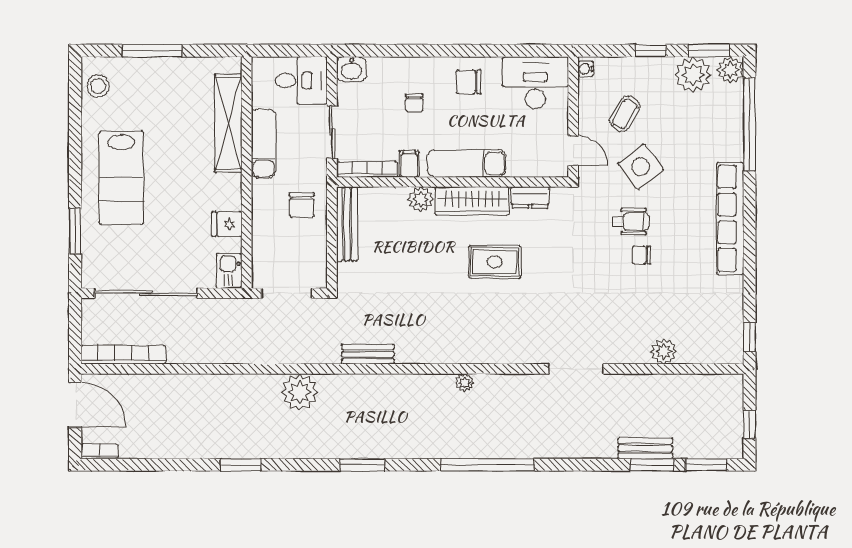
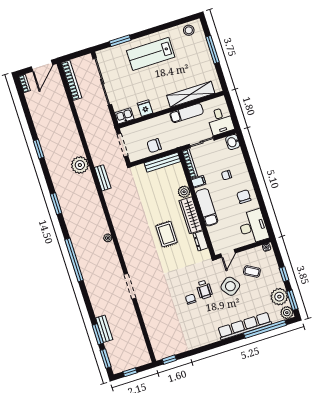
chair: (302, 205) -> (154, 146), moved
row of seats: (730, 218) -> (245, 326), moved
plant: (664, 352) -> (150, 323), removed
bench: (368, 354) -> (103, 178), moved

